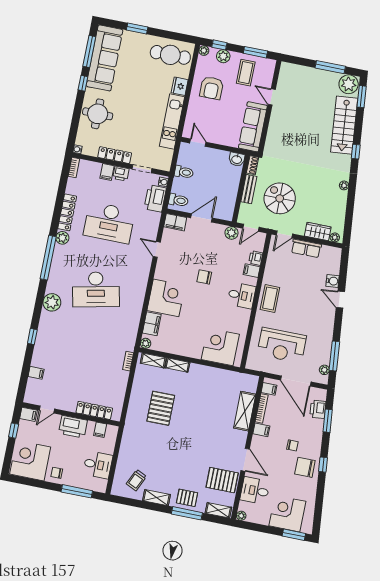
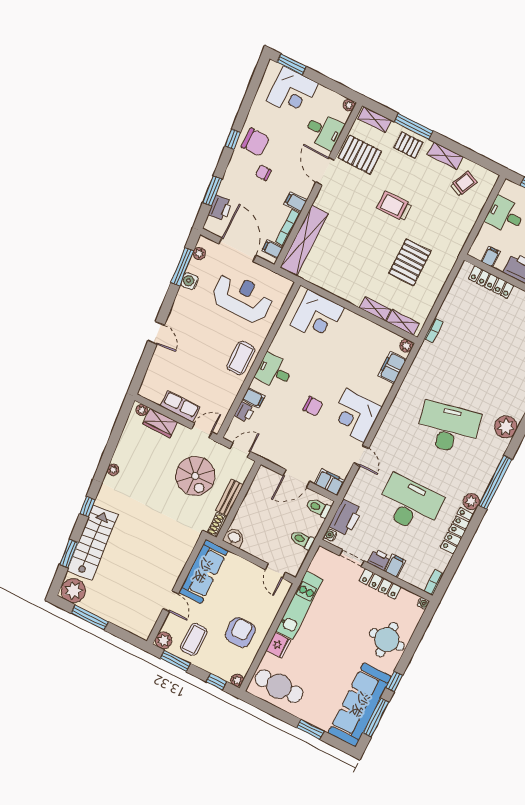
plant: (223, 56) -> (164, 640), moved
window: (362, 97) -> (69, 553), moved
plant: (231, 233) -> (265, 450), removed
water cooler: (333, 281) -> (190, 281), moved
corner desk: (166, 298) -> (355, 416), moved
shelving: (245, 411) -> (304, 240), width x1.47
trolley: (185, 448) -> (394, 206), added

